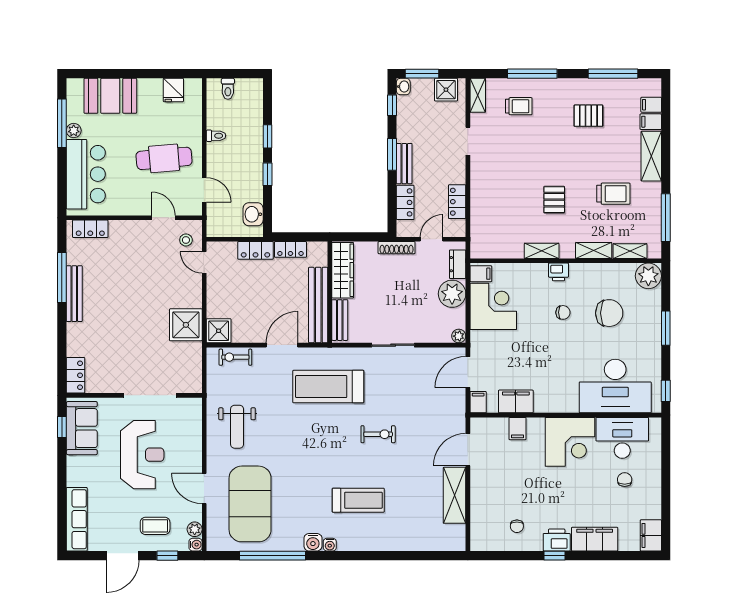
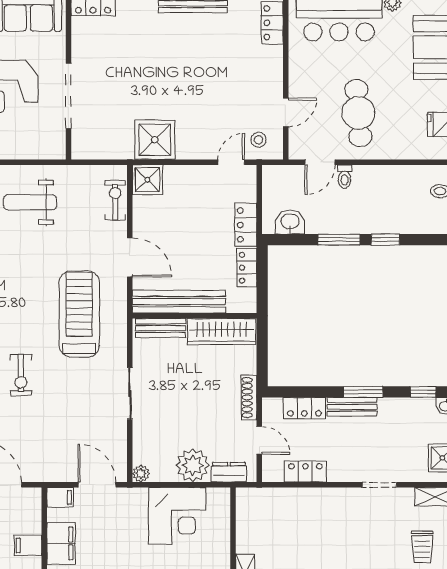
toilet: (216, 136) -> (344, 177), moved
window: (268, 174) -> (339, 240), width x1.50
filing cabinet: (481, 274) -> (217, 501), removed

